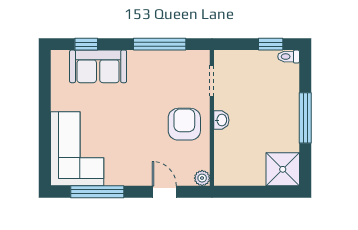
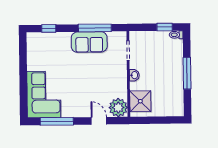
sofa: (98, 66) -> (89, 42), moved
armchair: (184, 124) -> (111, 78), removed
shower: (283, 169) -> (140, 101), moved
plant: (202, 178) -> (118, 108), width x1.88, depth x1.88

